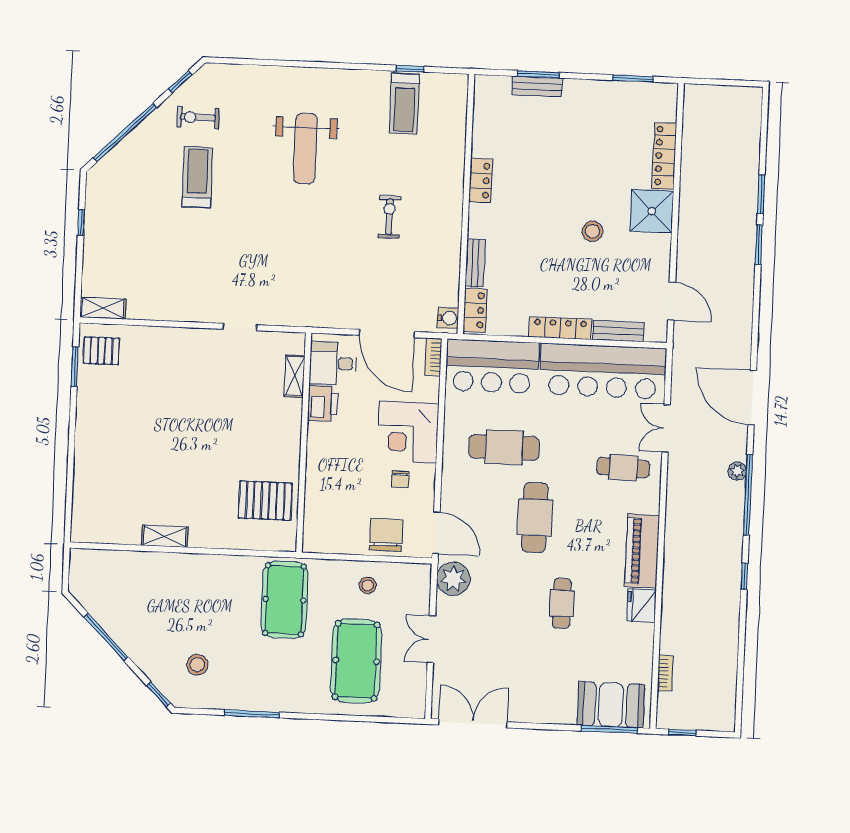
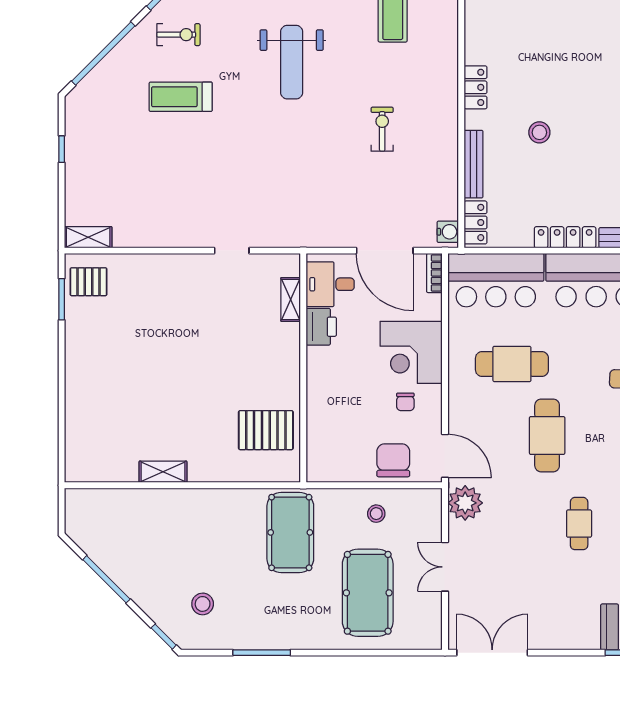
exercise bike: (198, 118) -> (178, 35), turned 180
treadmill: (197, 177) -> (181, 97), turned -90
stool: (592, 231) -> (539, 132), moved
bench: (475, 263) -> (473, 164), width x1.36

